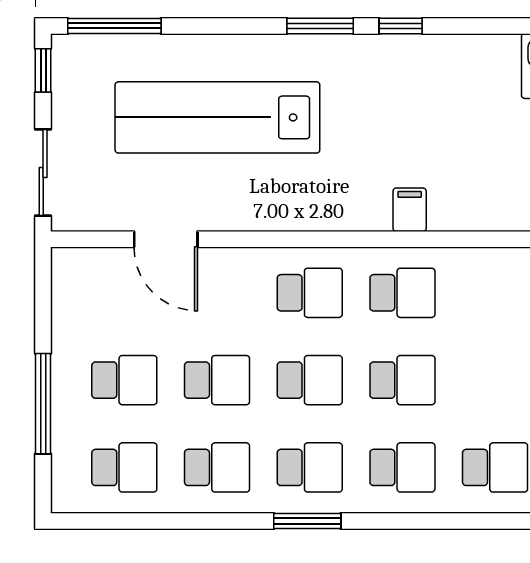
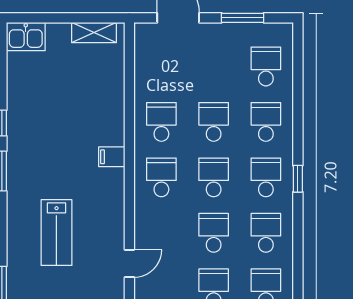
lab bench: (217, 117) -> (56, 233), width x0.54, depth x0.72
filing cabinet: (410, 210) -> (112, 157), moved
door: (166, 239) -> (129, 263), width x0.73
window: (307, 521) -> (298, 179), width x0.67

